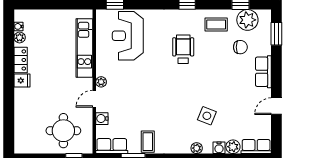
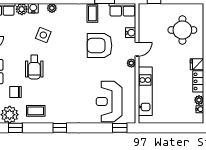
reception desk: (128, 36) -> (109, 102), turned 180
wheelchair: (183, 49) -> (34, 67), moved
armchair: (139, 103) -> (100, 46), added
round table: (63, 131) -> (182, 30), moved

